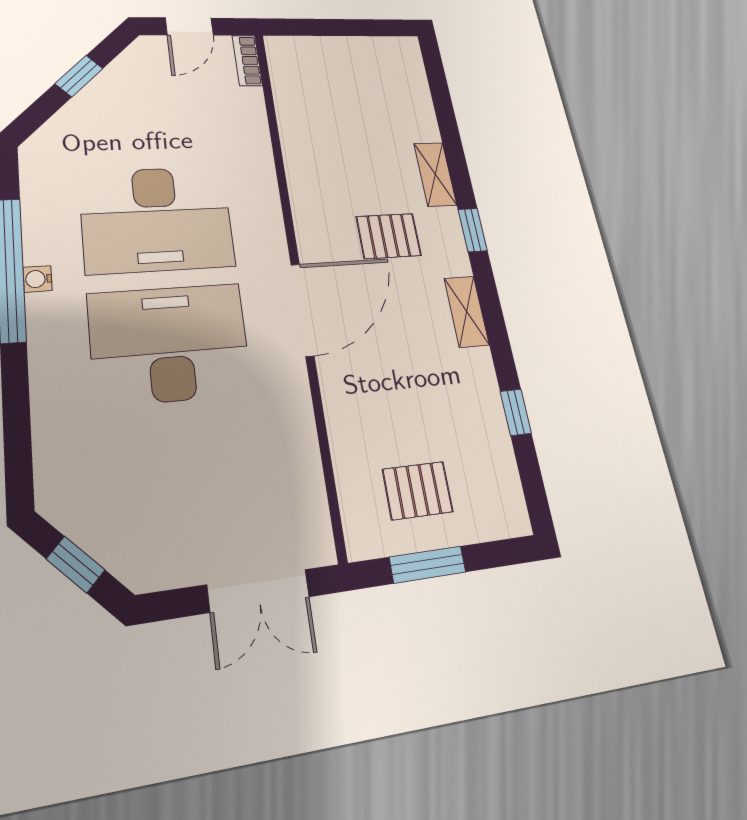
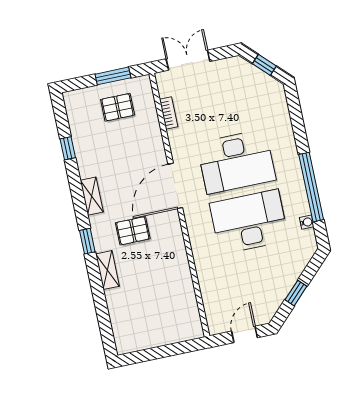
bookcase: (247, 60) -> (169, 113), moved
water cooler: (38, 279) -> (307, 222), moved

